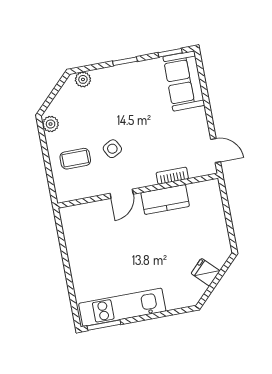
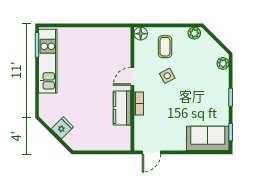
bookcase: (172, 176) -> (139, 104), moved
floor lamp: (64, 193) -> (141, 34), added
door: (122, 194) -> (132, 76), hinge flipped

